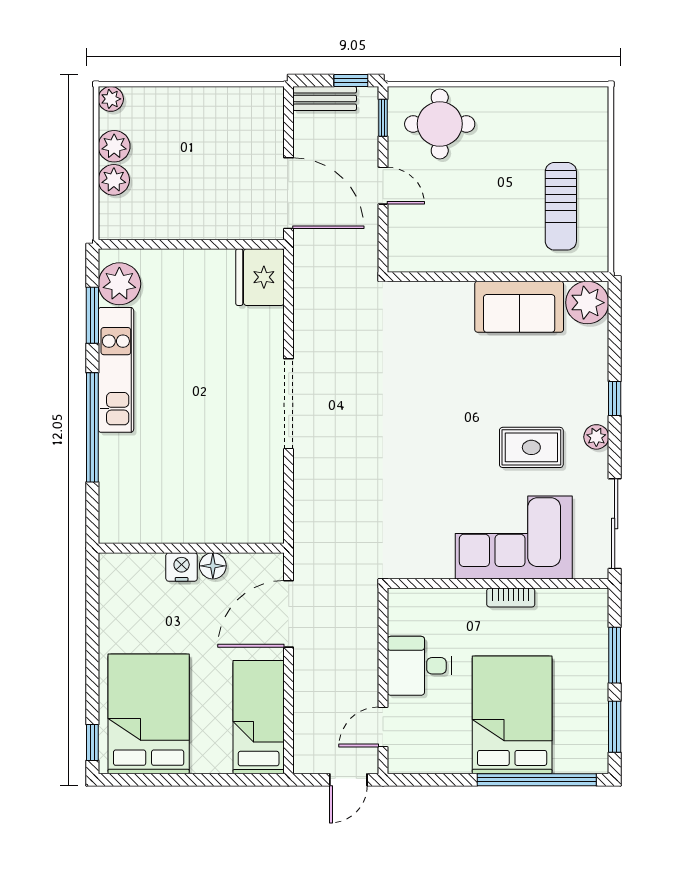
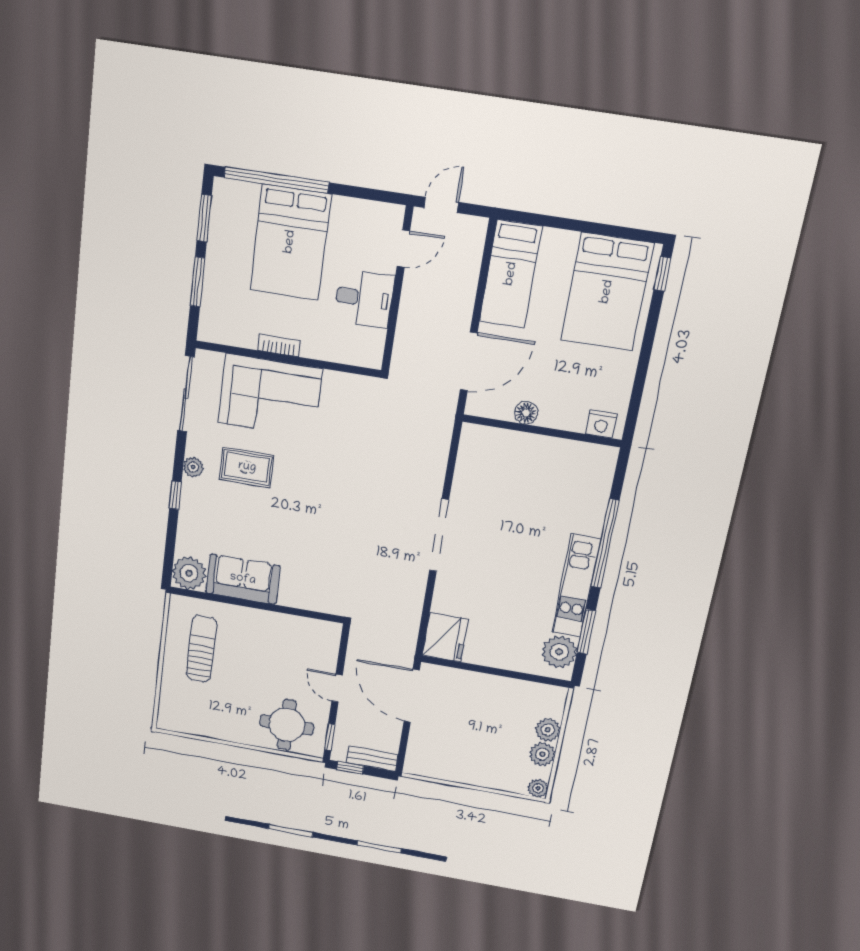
nightstand: (182, 567) -> (601, 424), moved

